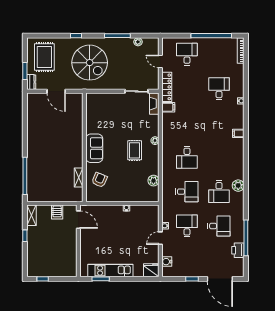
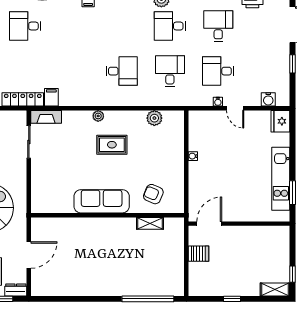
sofa: (94, 148) -> (102, 201), width x1.36
desk: (219, 192) -> (170, 26), turned 180
shelving: (32, 215) -> (275, 290), moved

